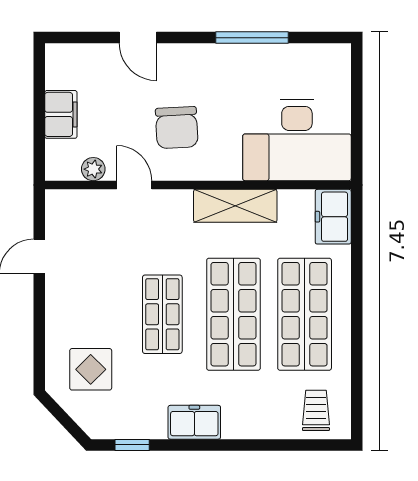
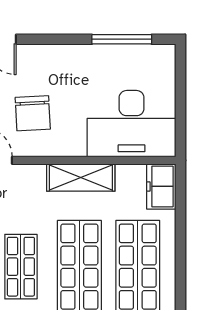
window: (252, 38) -> (122, 39), moved

